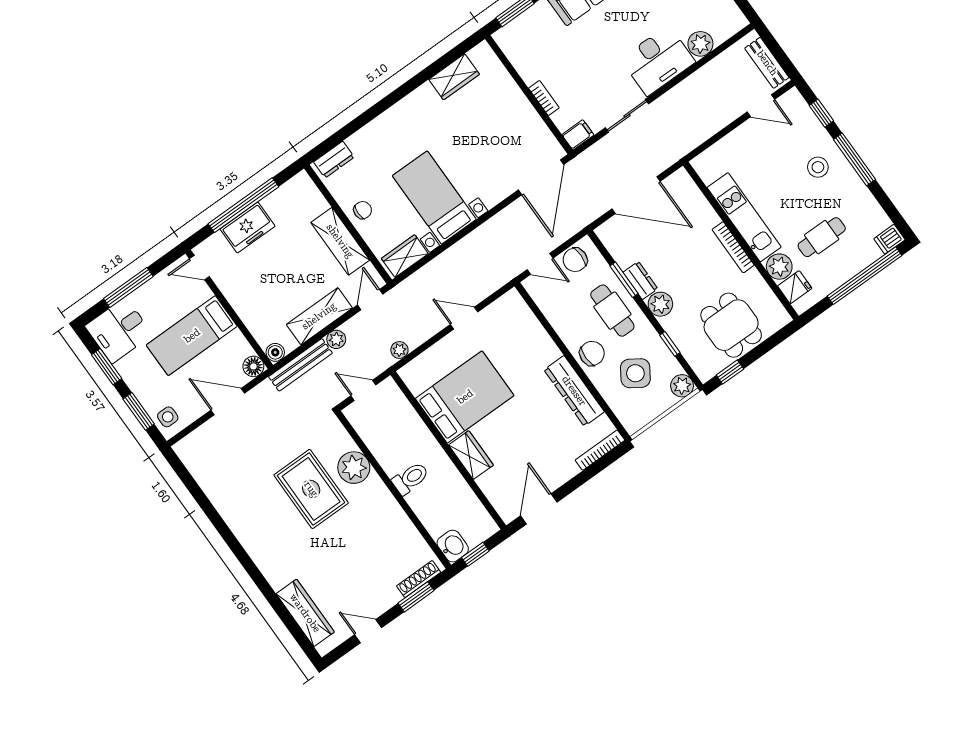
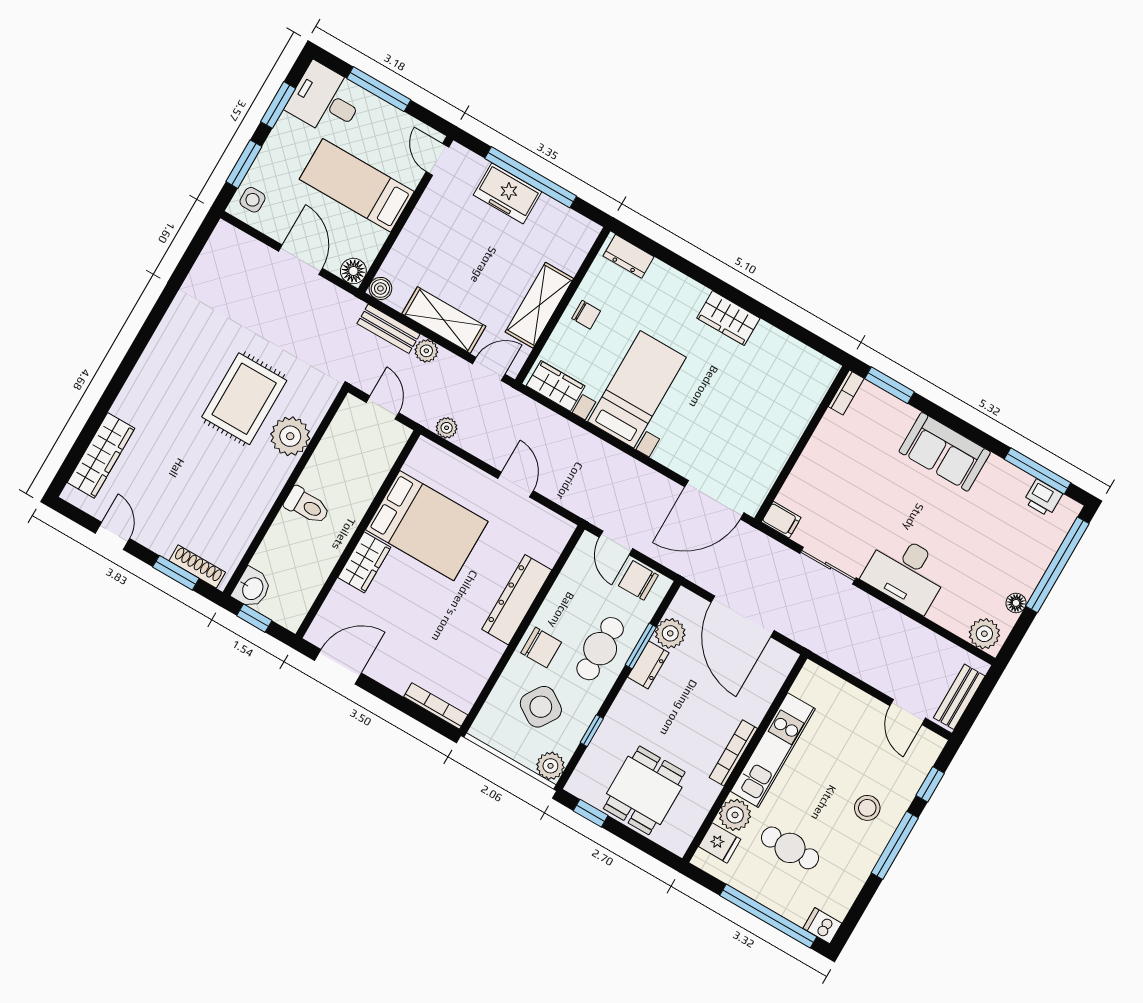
plant: (700, 44) -> (984, 634), moved
wardrobe: (454, 77) -> (728, 318), moved
bookcase: (544, 98) -> (846, 392), moved
plant: (660, 304) -> (670, 633), moved
bench: (300, 365) -> (389, 329), width x0.73
dresser: (574, 391) -> (517, 600), moved

